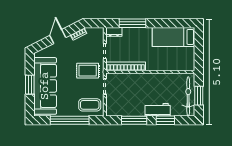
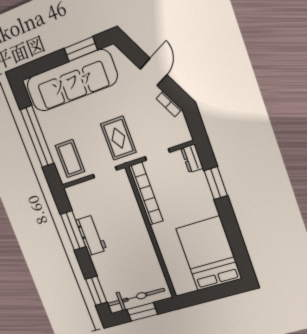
window: (133, 23) -> (216, 183), width x0.69
door: (58, 36) -> (154, 72), hinge flipped
bed: (174, 37) -> (209, 254), width x1.50
window: (30, 85) -> (81, 49), moved
workbench: (158, 110) -> (91, 235), moved
window: (165, 120) -> (96, 291), moved

